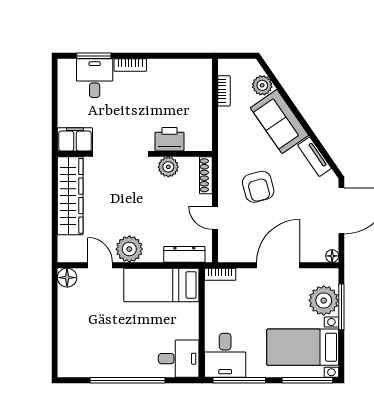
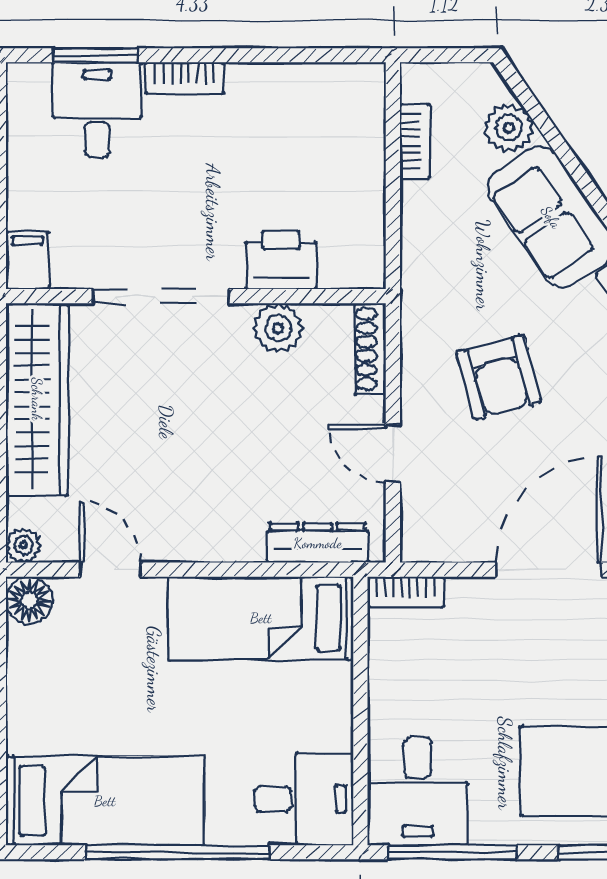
filing cabinet: (75, 139) -> (27, 261), width x0.50
plant: (129, 249) -> (23, 545), moved, width x0.53, depth x0.53
bed: (98, 359) -> (105, 801), added

